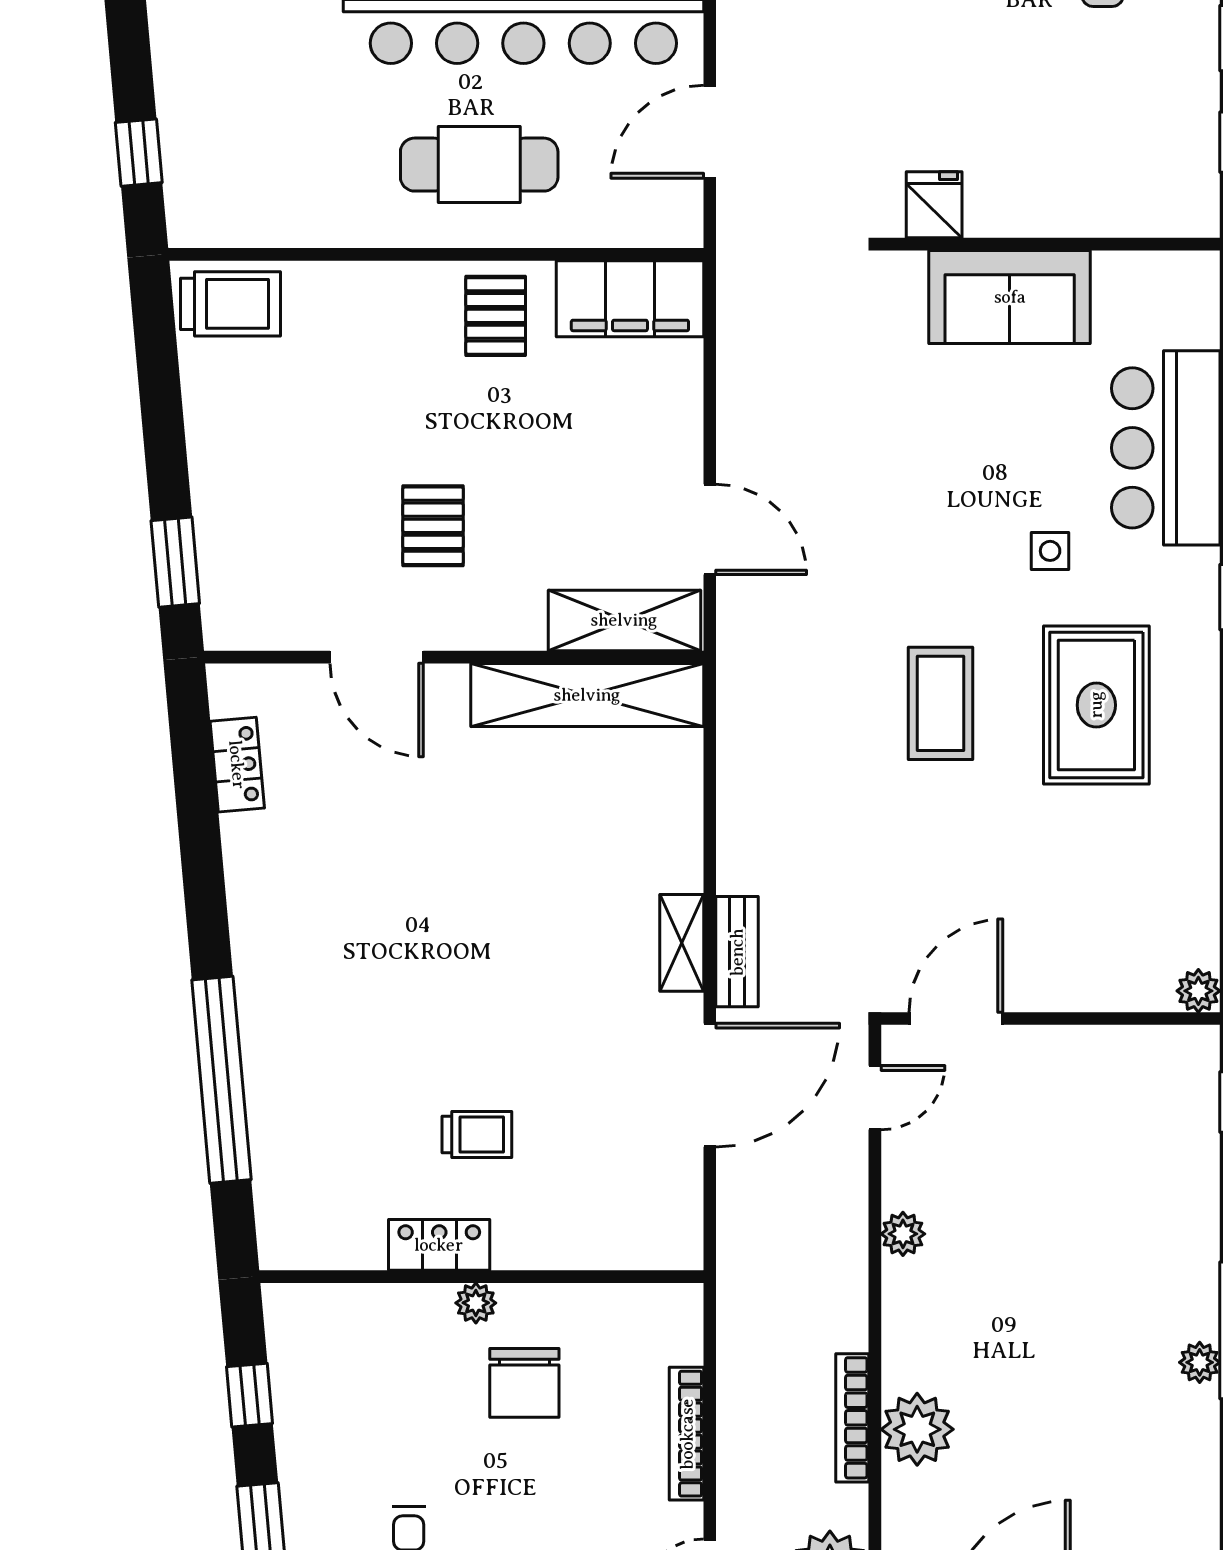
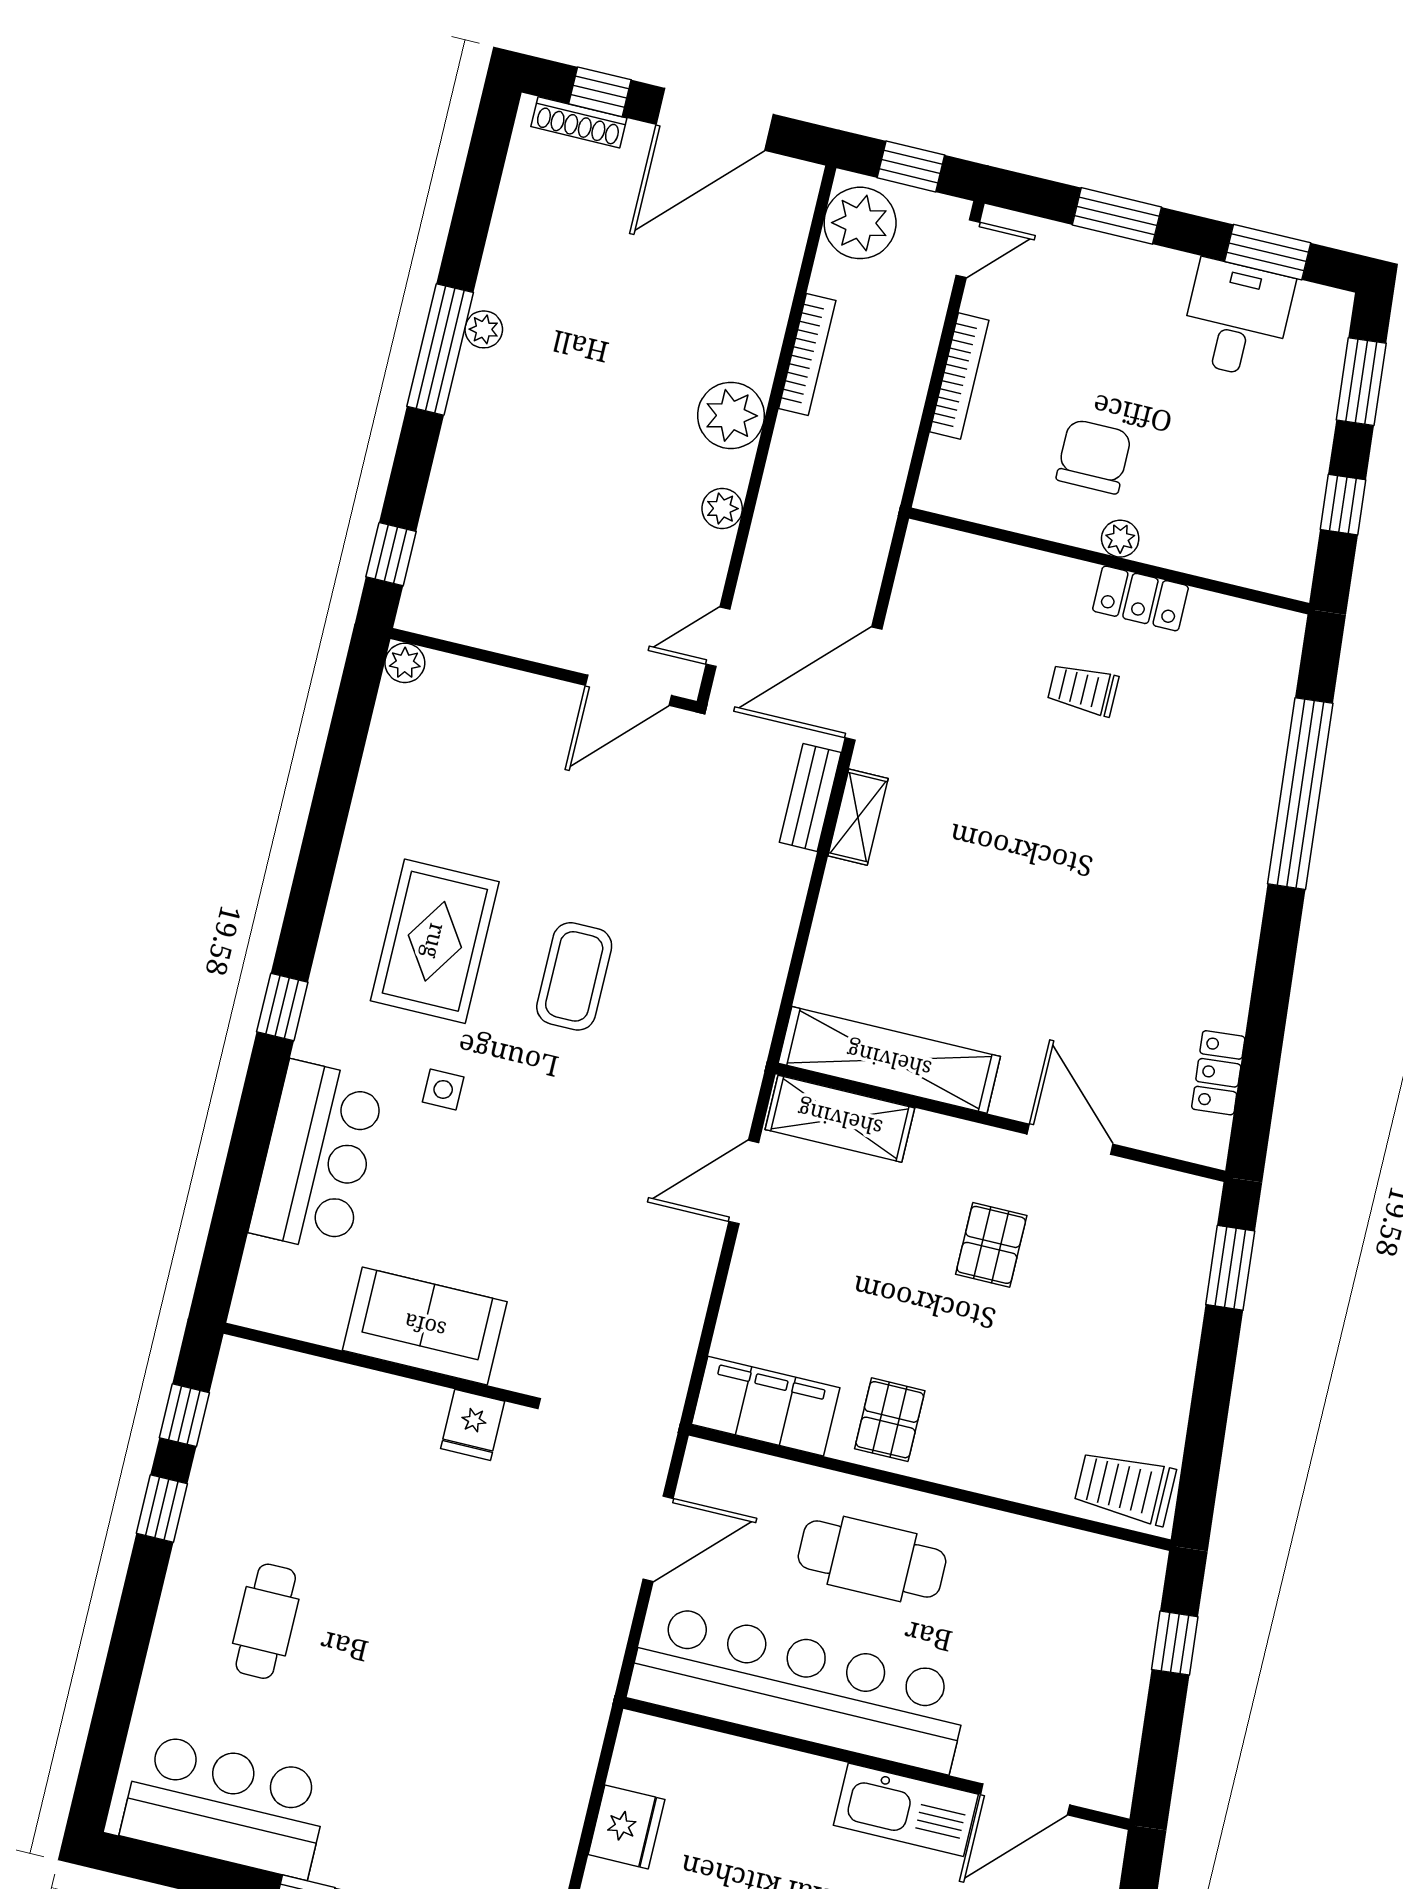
door: (710, 529) -> (744, 1182), hinge flipped
plant: (917, 1429) -> (731, 415), moved

